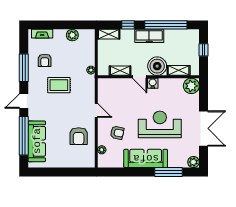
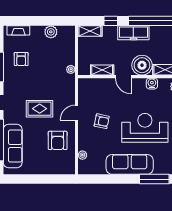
water cooler: (153, 83) -> (152, 84), moved
rug: (59, 85) -> (40, 109), moved
door: (96, 110) -> (77, 113), swing flipped
armchair: (117, 133) -> (102, 121), moved

